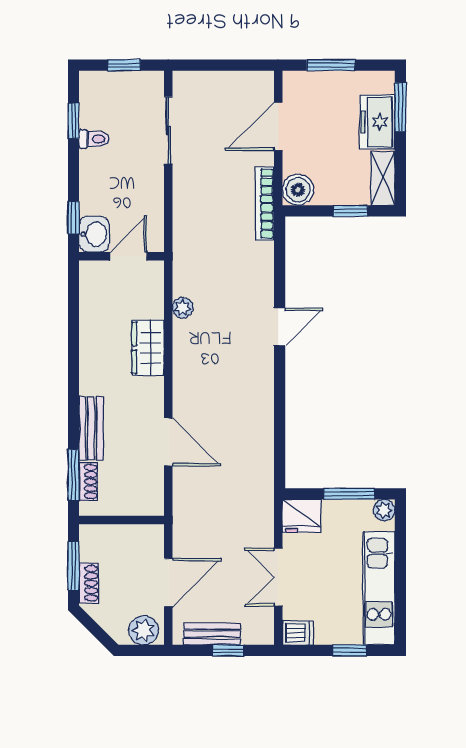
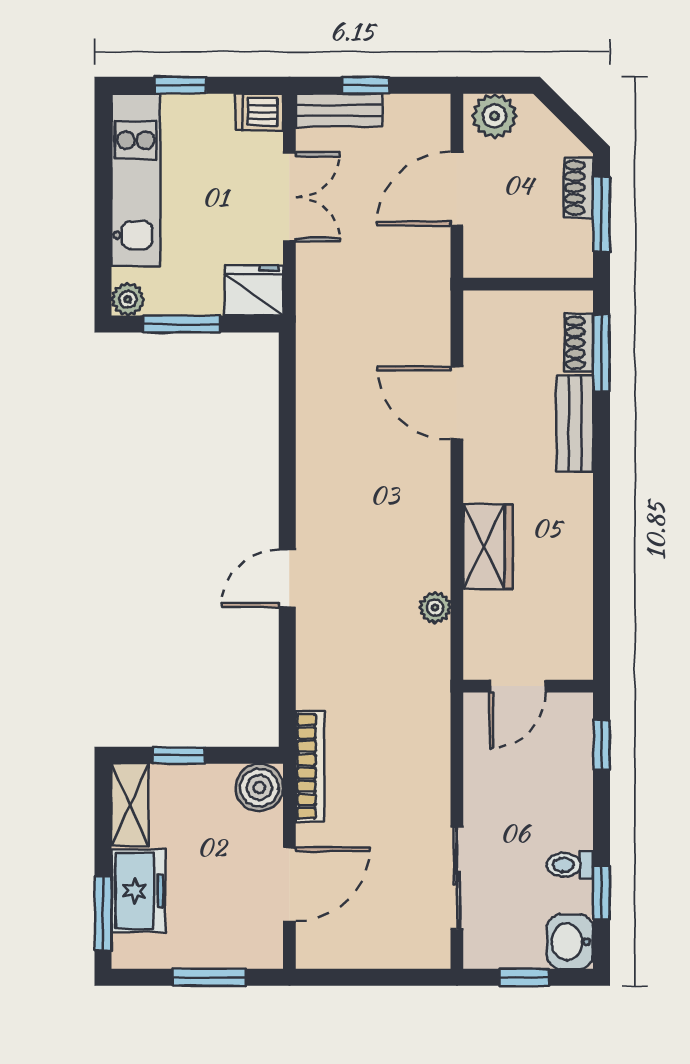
washbasin: (94, 234) -> (570, 942), moved
bench: (212, 634) -> (339, 110), moved

